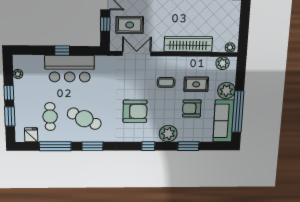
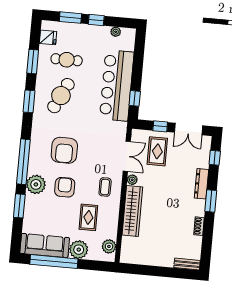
plant: (230, 47) -> (132, 180), moved
window: (62, 51) -> (135, 98), moved
bar counter: (70, 69) -> (117, 85), width x1.36
coffee table: (166, 82) -> (105, 187), moved
armchair: (192, 108) -> (65, 187), moved
window: (55, 146) -> (33, 62), width x0.69
window: (148, 146) -> (23, 162), width x3.17

